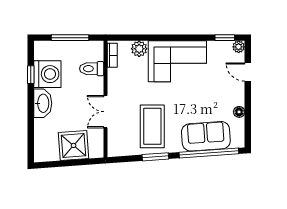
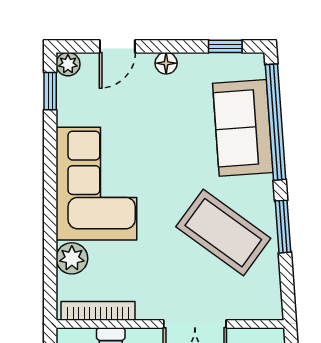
bookcase: (112, 55) -> (98, 311), width x1.56
floor lamp: (239, 112) -> (166, 63), moved
coffee table: (152, 126) -> (223, 233), turned 36
window: (248, 127) -> (225, 46), added

